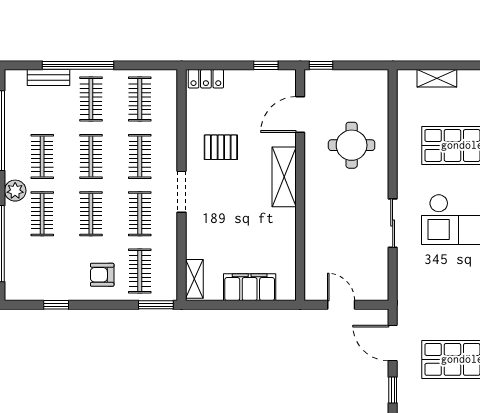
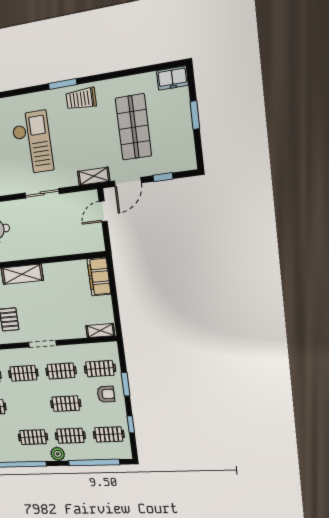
clothes rail: (91, 156) -> (109, 434), moved
armchair: (102, 275) -> (106, 394), turned -90
filing cabinet: (250, 287) -> (99, 277), moved
shelving: (406, 298) -> (94, 176), added
window: (156, 305) -> (126, 384), moved
door: (341, 305) -> (103, 211), moved

